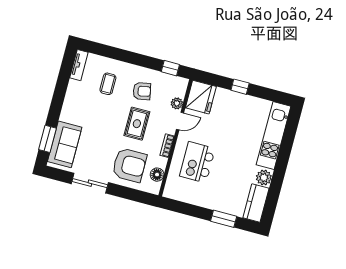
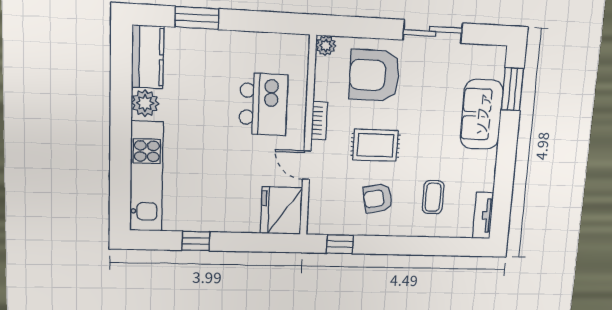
window: (240, 87) -> (196, 241), moved
plant: (177, 103) -> (326, 46), moved
door: (180, 121) -> (307, 165), hinge flipped
rug: (137, 124) -> (375, 145), turned 90
sofa: (65, 144) -> (482, 114), moved
floor lamp: (157, 175) -> (326, 69), removed

